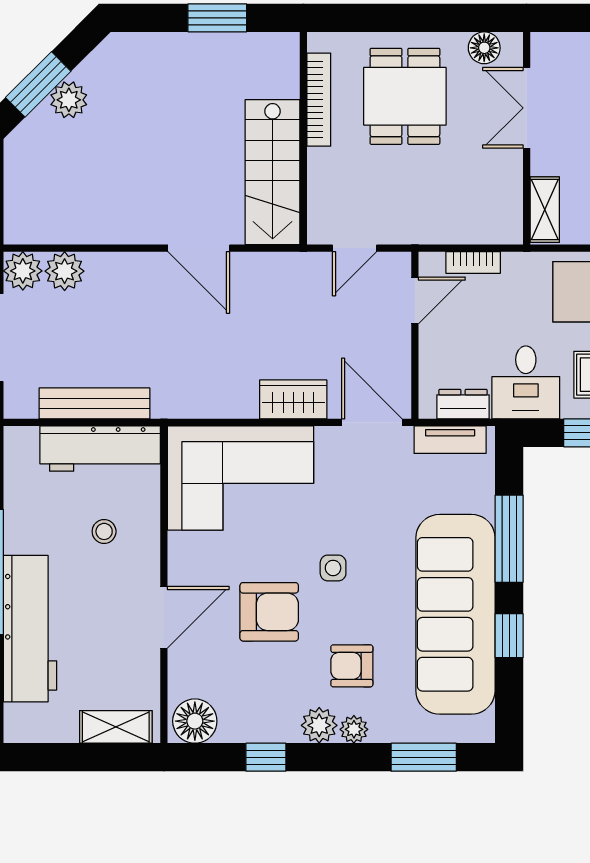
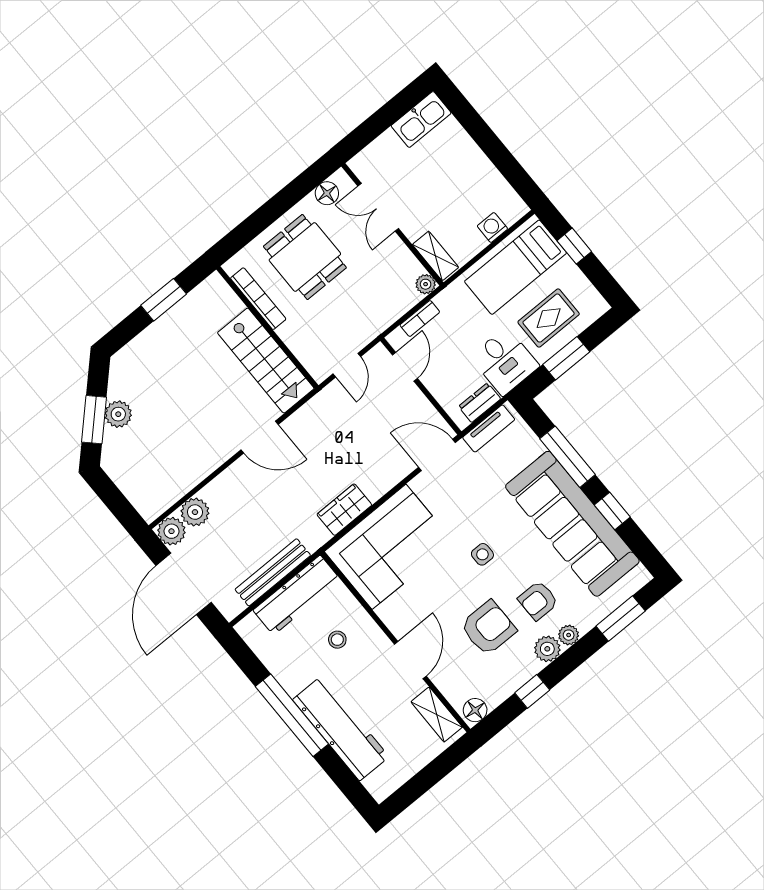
plant: (509, 231) -> (426, 284), added
wardrobe: (293, 399) -> (344, 510), moved
armchair: (269, 612) -> (488, 628), moved
floor lamp: (195, 721) -> (475, 710), width x0.73, depth x0.73
shelving: (116, 727) -> (437, 714), moved, turned 90

